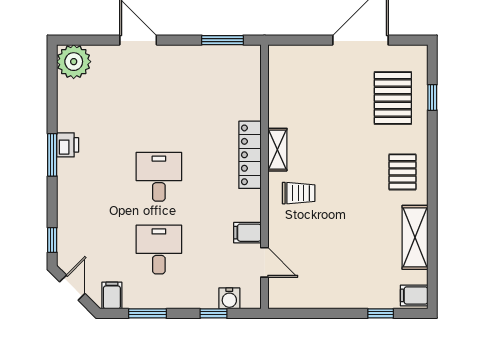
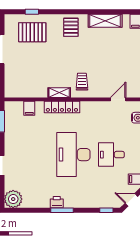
pallet: (402, 172) -> (71, 27), turned 90
desk: (159, 177) -> (73, 155), width x1.87, depth x1.30
filing cabinet: (247, 233) -> (29, 108), moved

